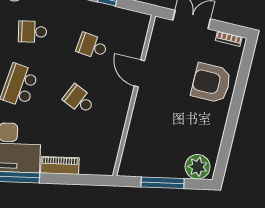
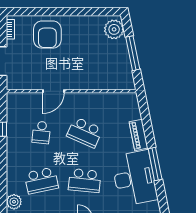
school desk: (32, 32) -> (41, 181), width x1.85
school desk: (79, 100) -> (85, 132), width x1.85

